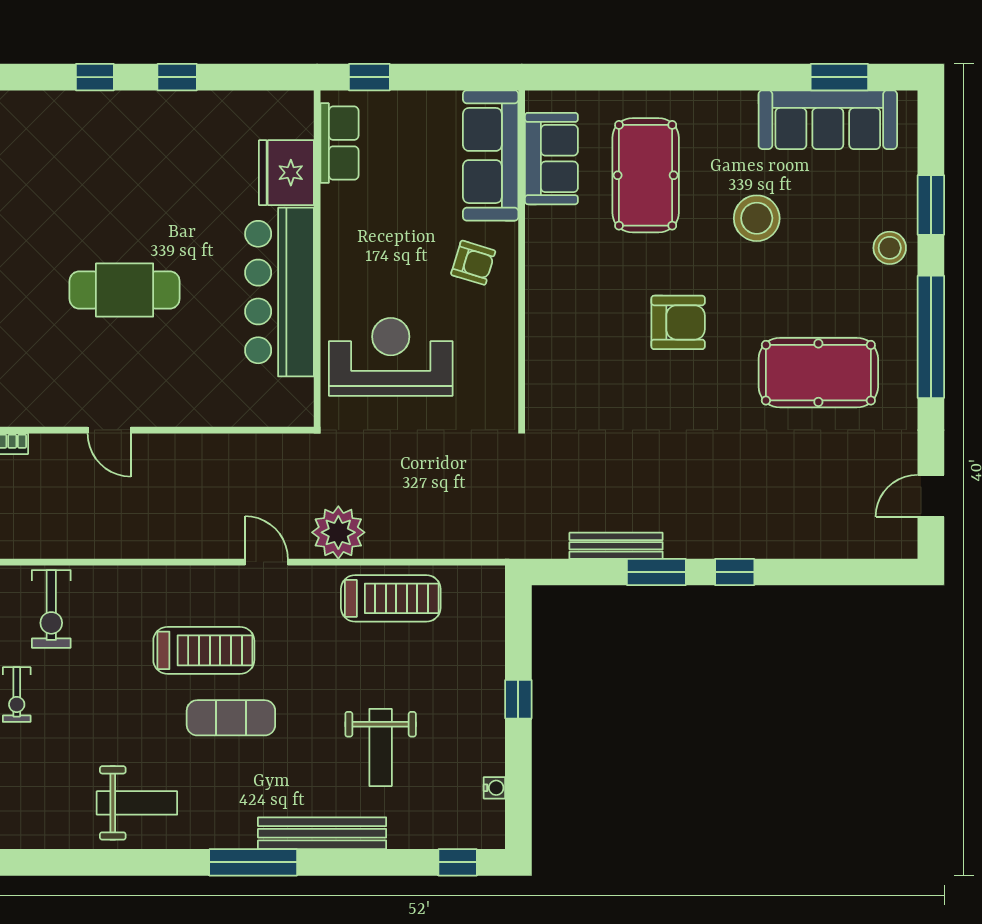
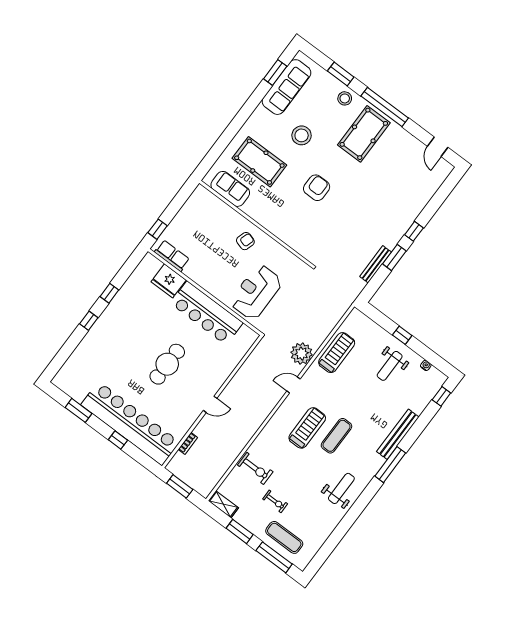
sofa: (491, 155) -> (214, 208), removed
pool table: (818, 373) -> (364, 134), moved
weight bench: (381, 747) -> (390, 366), moved, turned 90

